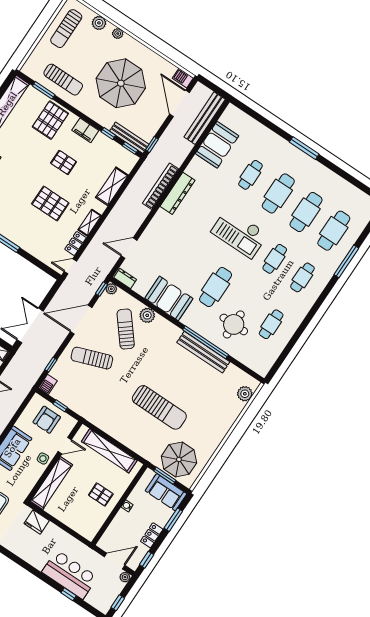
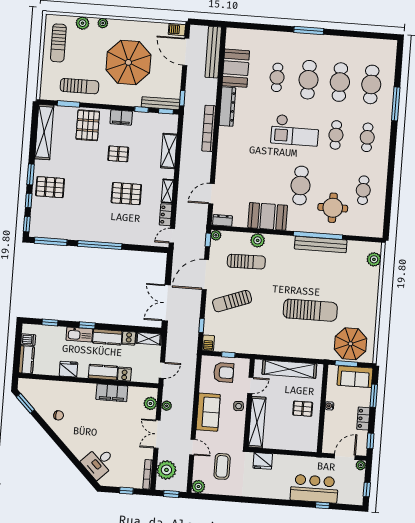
dresser: (178, 193) -> (227, 107), moved
sun lounger: (126, 329) -> (246, 262), turned 128
armchair: (47, 420) -> (224, 372), turned -90

